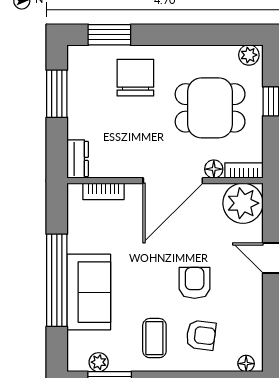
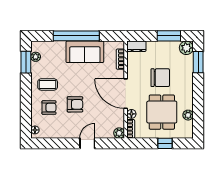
plant: (249, 55) -> (188, 115), moved
plant: (81, 59) -> (186, 48), added
chair: (135, 78) -> (160, 78), moved
plant: (243, 203) -> (119, 133), width x0.53, depth x0.53
sofa: (89, 292) -> (85, 52), moved
armchair: (201, 335) -> (49, 108), turned -97

